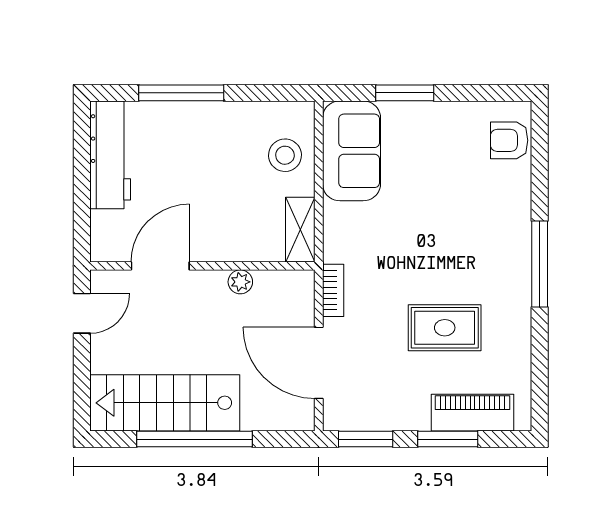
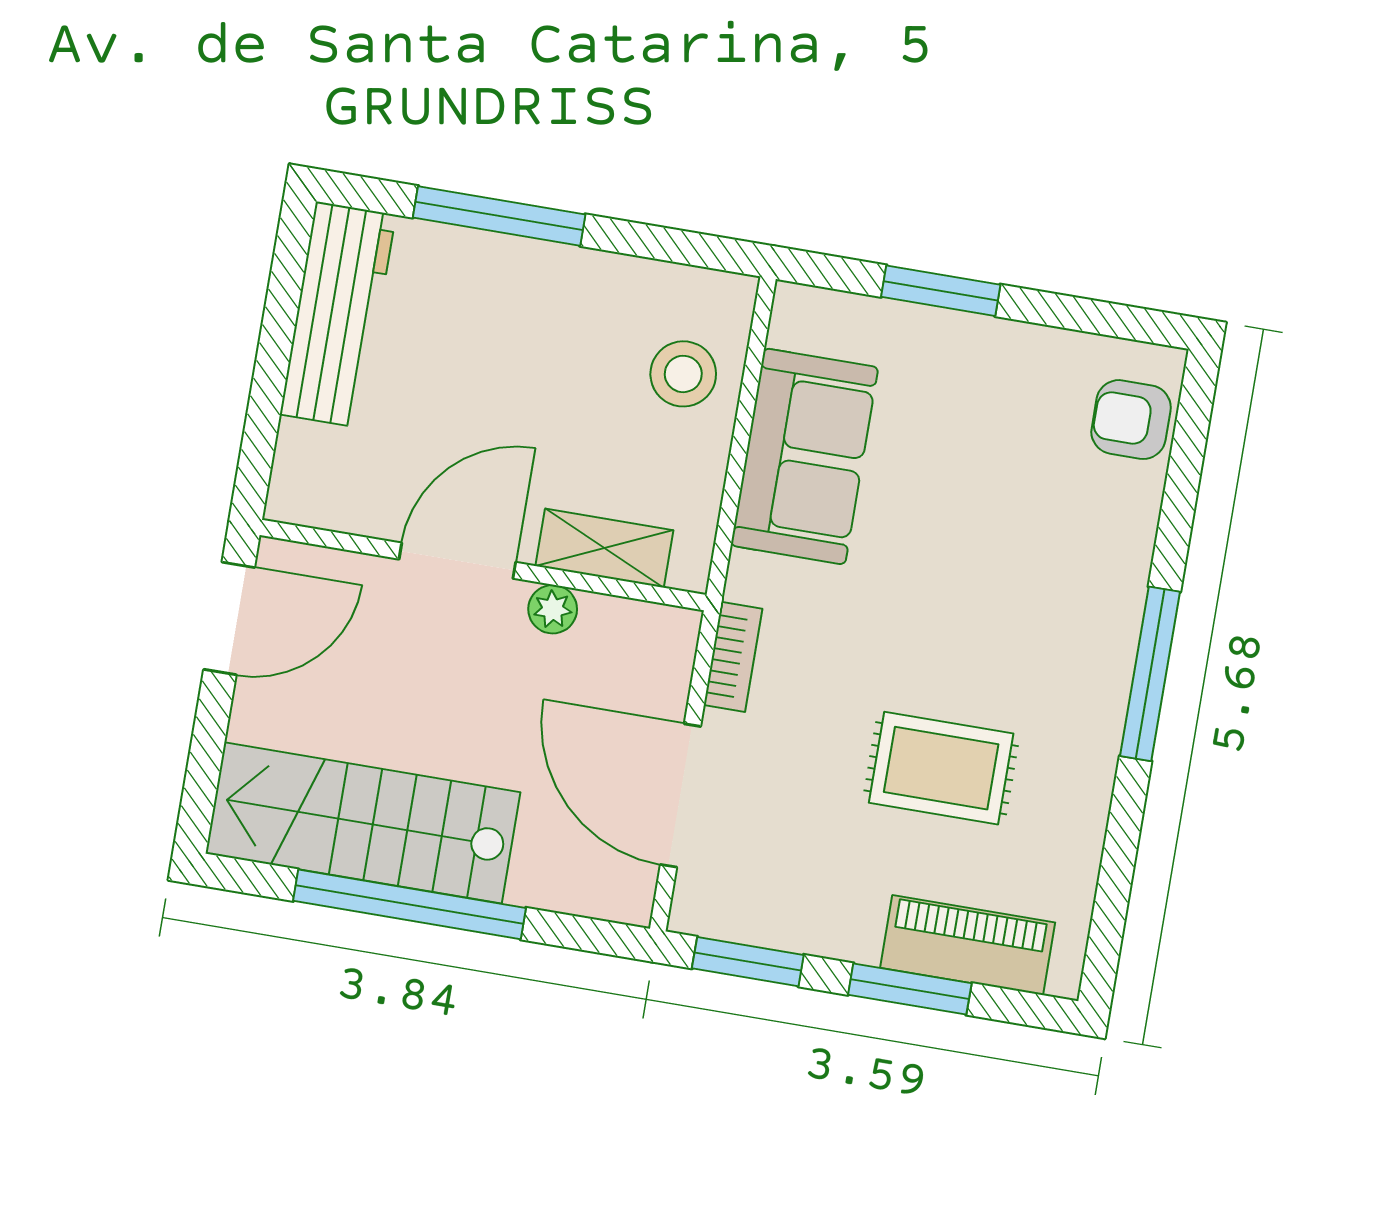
sofa: (352, 151) -> (804, 456), moved
shelving: (300, 230) -> (604, 548), moved, turned 90
door: (160, 266) -> (457, 561), moved
door: (82, 313) -> (229, 618), width x1.37

